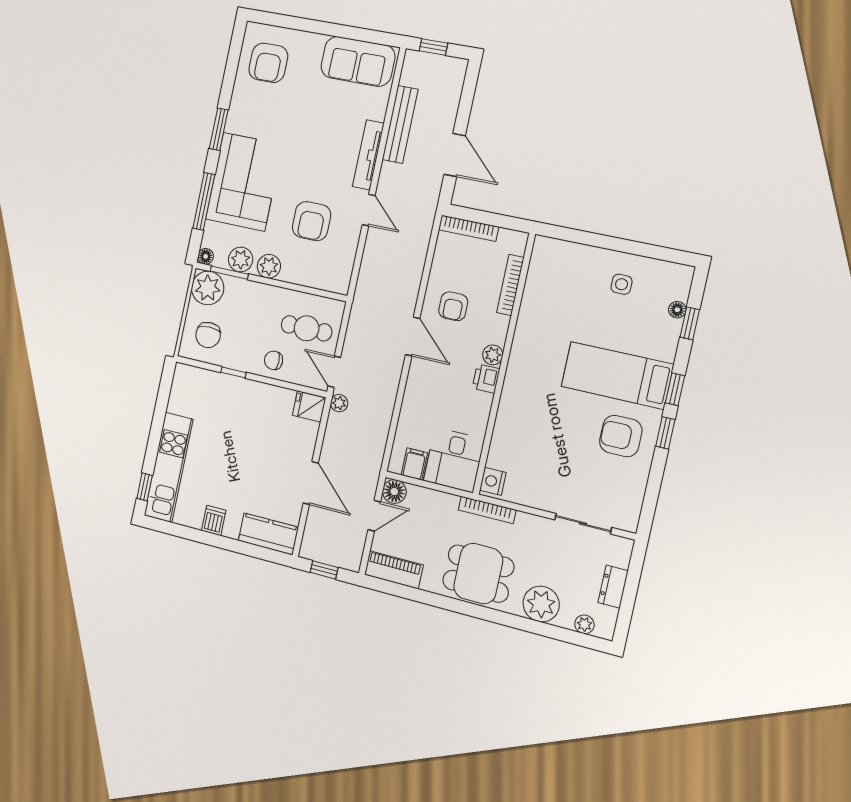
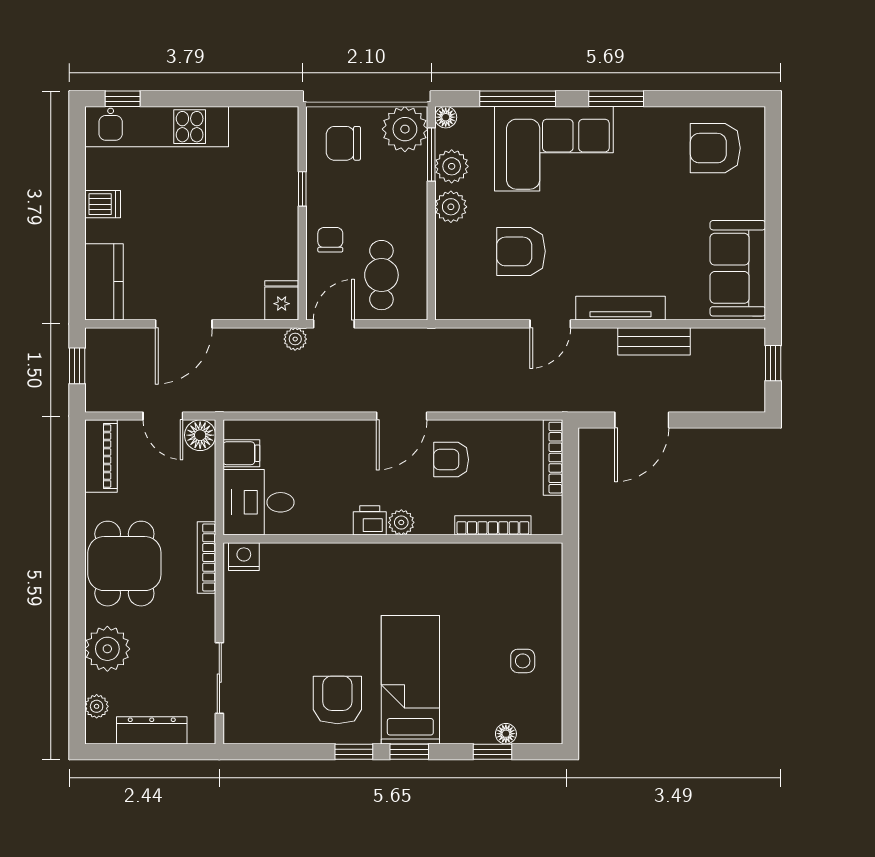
bench: (400, 125) -> (654, 341), width x0.73
dresser: (613, 587) -> (152, 730), width x1.44

